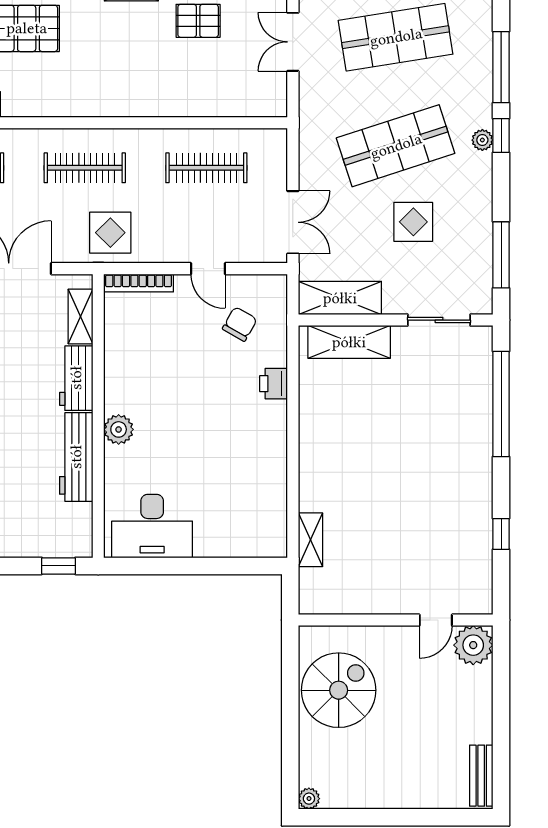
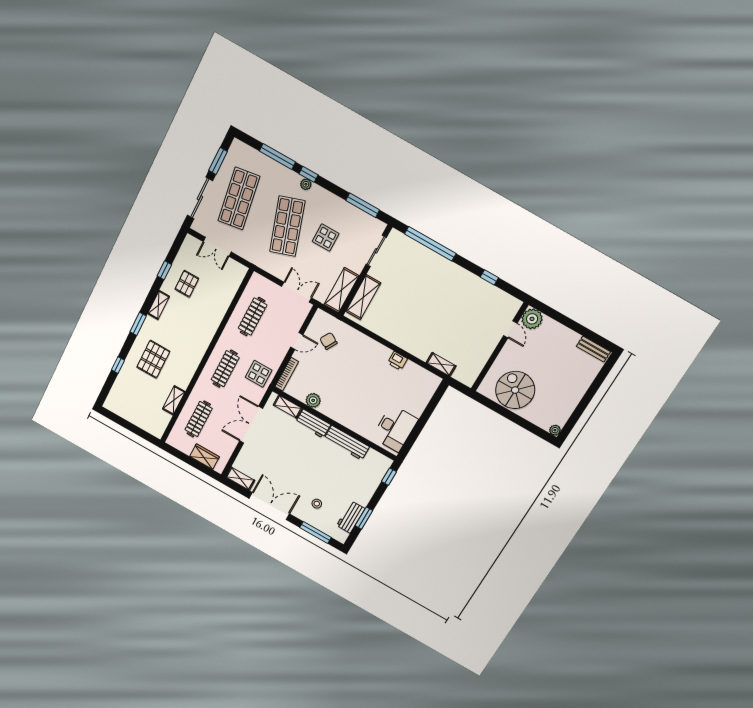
printer: (274, 384) -> (398, 361), moved
plant: (119, 429) -> (313, 400), moved

